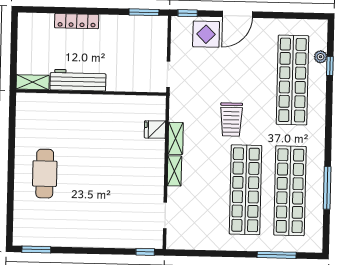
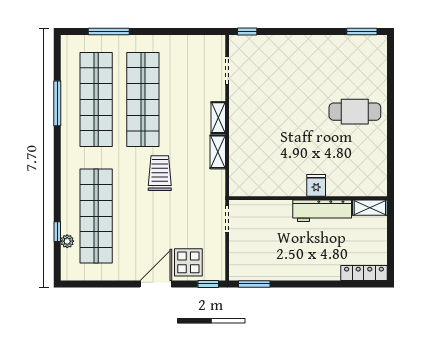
locker: (77, 21) -> (364, 273), moved
fridge: (155, 129) -> (316, 185), moved, turned -90
cafe table: (45, 174) -> (355, 112), turned 90

